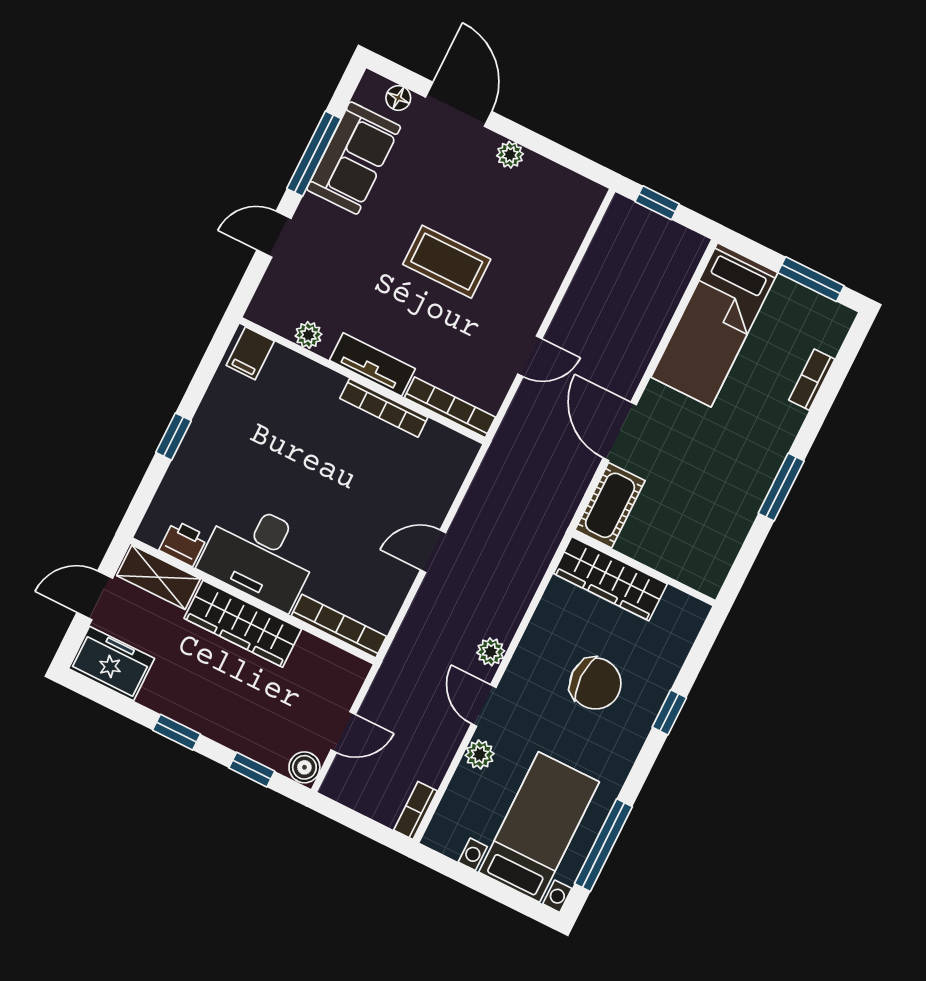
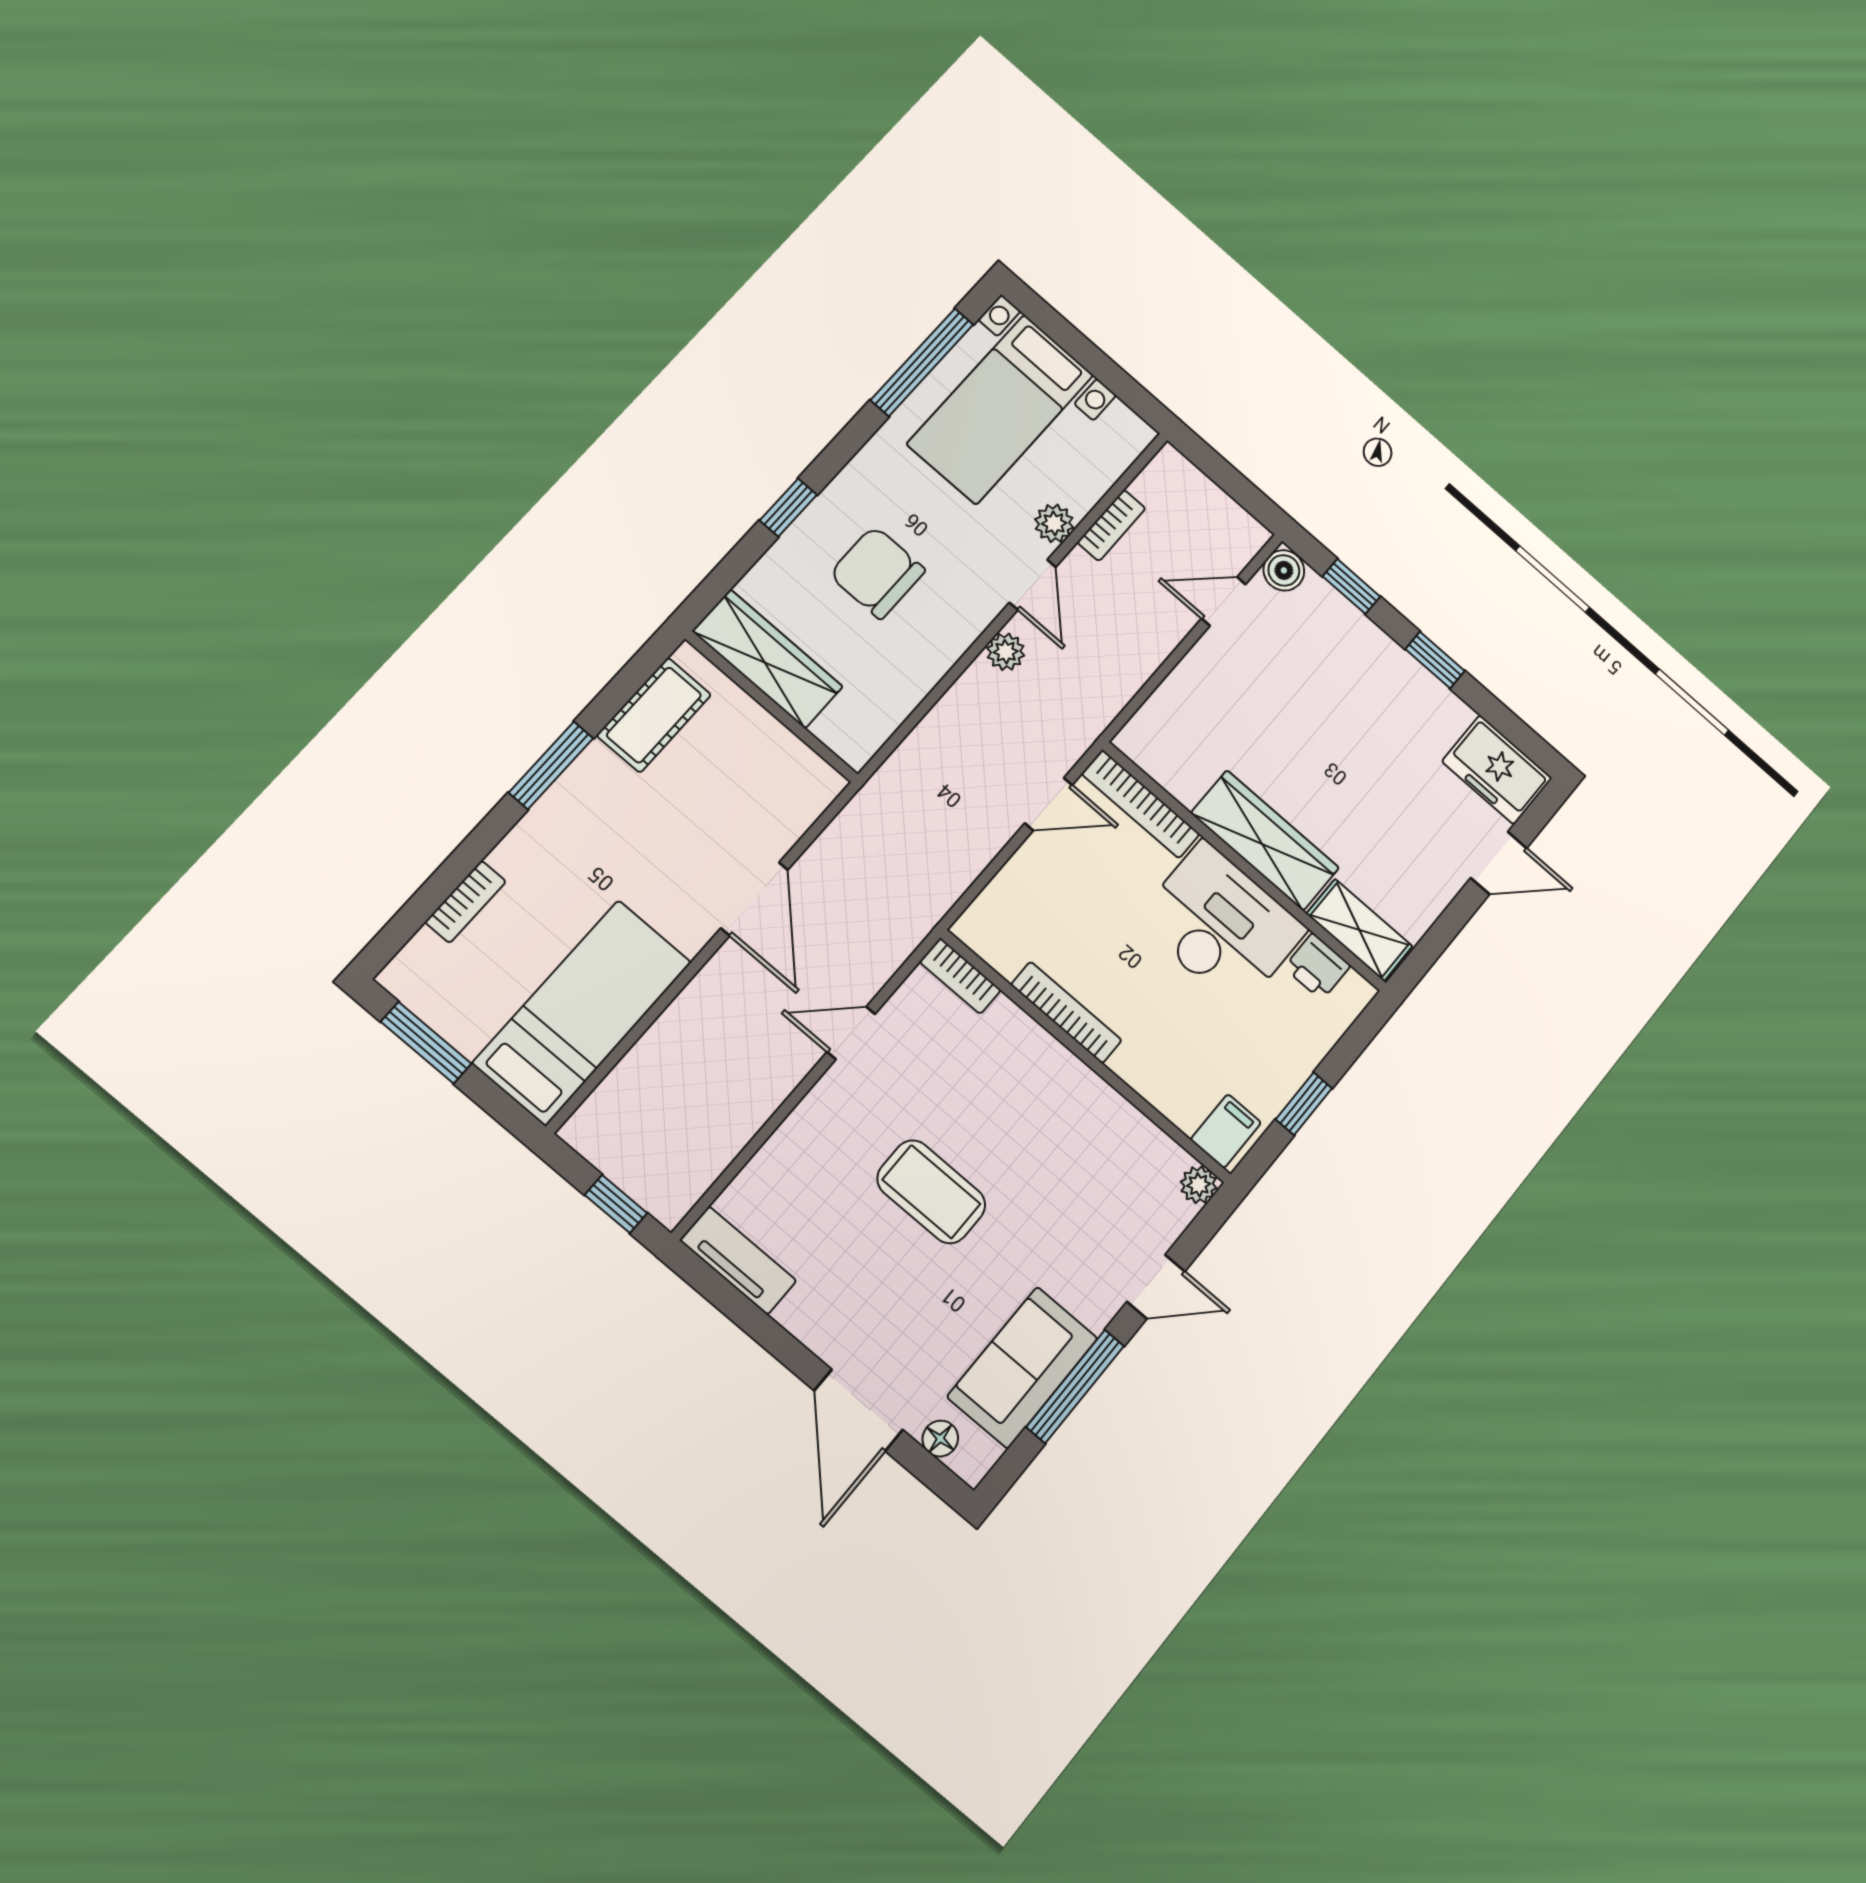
plant: (510, 155) -> (805, 1321), removed
plant: (308, 335) -> (1199, 1185), moved
tv unit: (372, 365) -> (738, 1260), moved, turned 180
bookcase: (450, 407) -> (960, 976), width x0.64
window: (173, 437) -> (1304, 1104), moved
cot: (610, 505) -> (654, 715), moved
printer: (183, 543) -> (1317, 967), moved
desk: (260, 555) -> (1221, 925), moved
shelving: (159, 577) -> (1359, 930), moved
wardrobe: (610, 579) -> (768, 659), moved
wall: (253, 601) -> (1245, 867), moved
wardrobe: (243, 624) -> (1265, 841), moved
bookcase: (339, 626) -> (1141, 804), moved
bookcase: (415, 810) -> (1111, 525), moved

